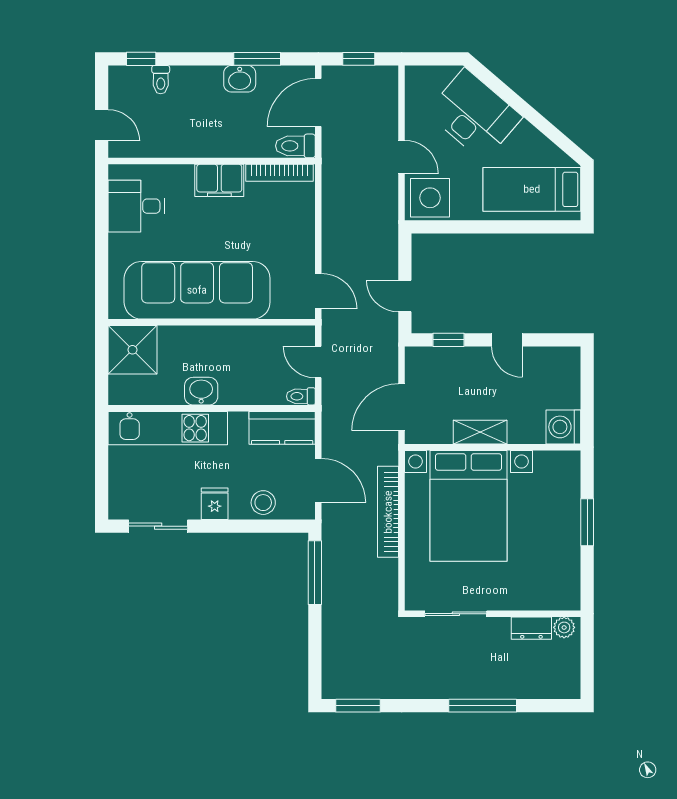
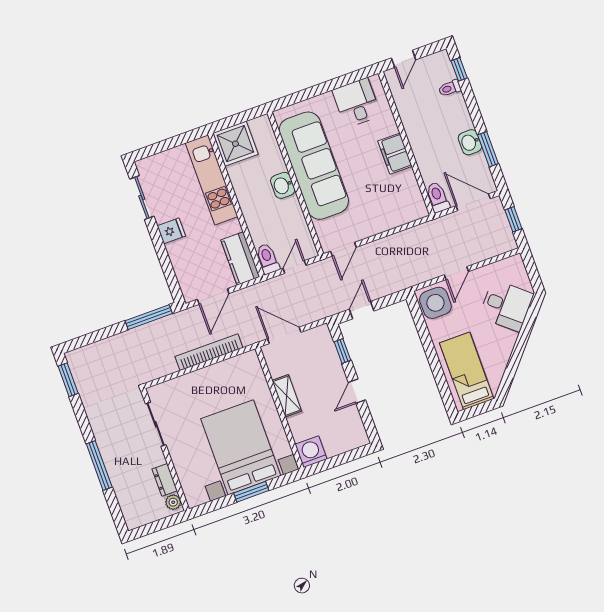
desk: (474, 115) -> (506, 306), width x0.73
bookcase: (279, 173) -> (415, 193), removed
shower: (132, 350) -> (235, 144), moved
washbasin: (201, 391) -> (283, 185), moved, turned 180
toilet: (301, 396) -> (268, 259), width x1.37, depth x1.39
stool: (263, 503) -> (184, 264), removed
bed with nightstands: (469, 506) -> (241, 447), moved, turned 90

